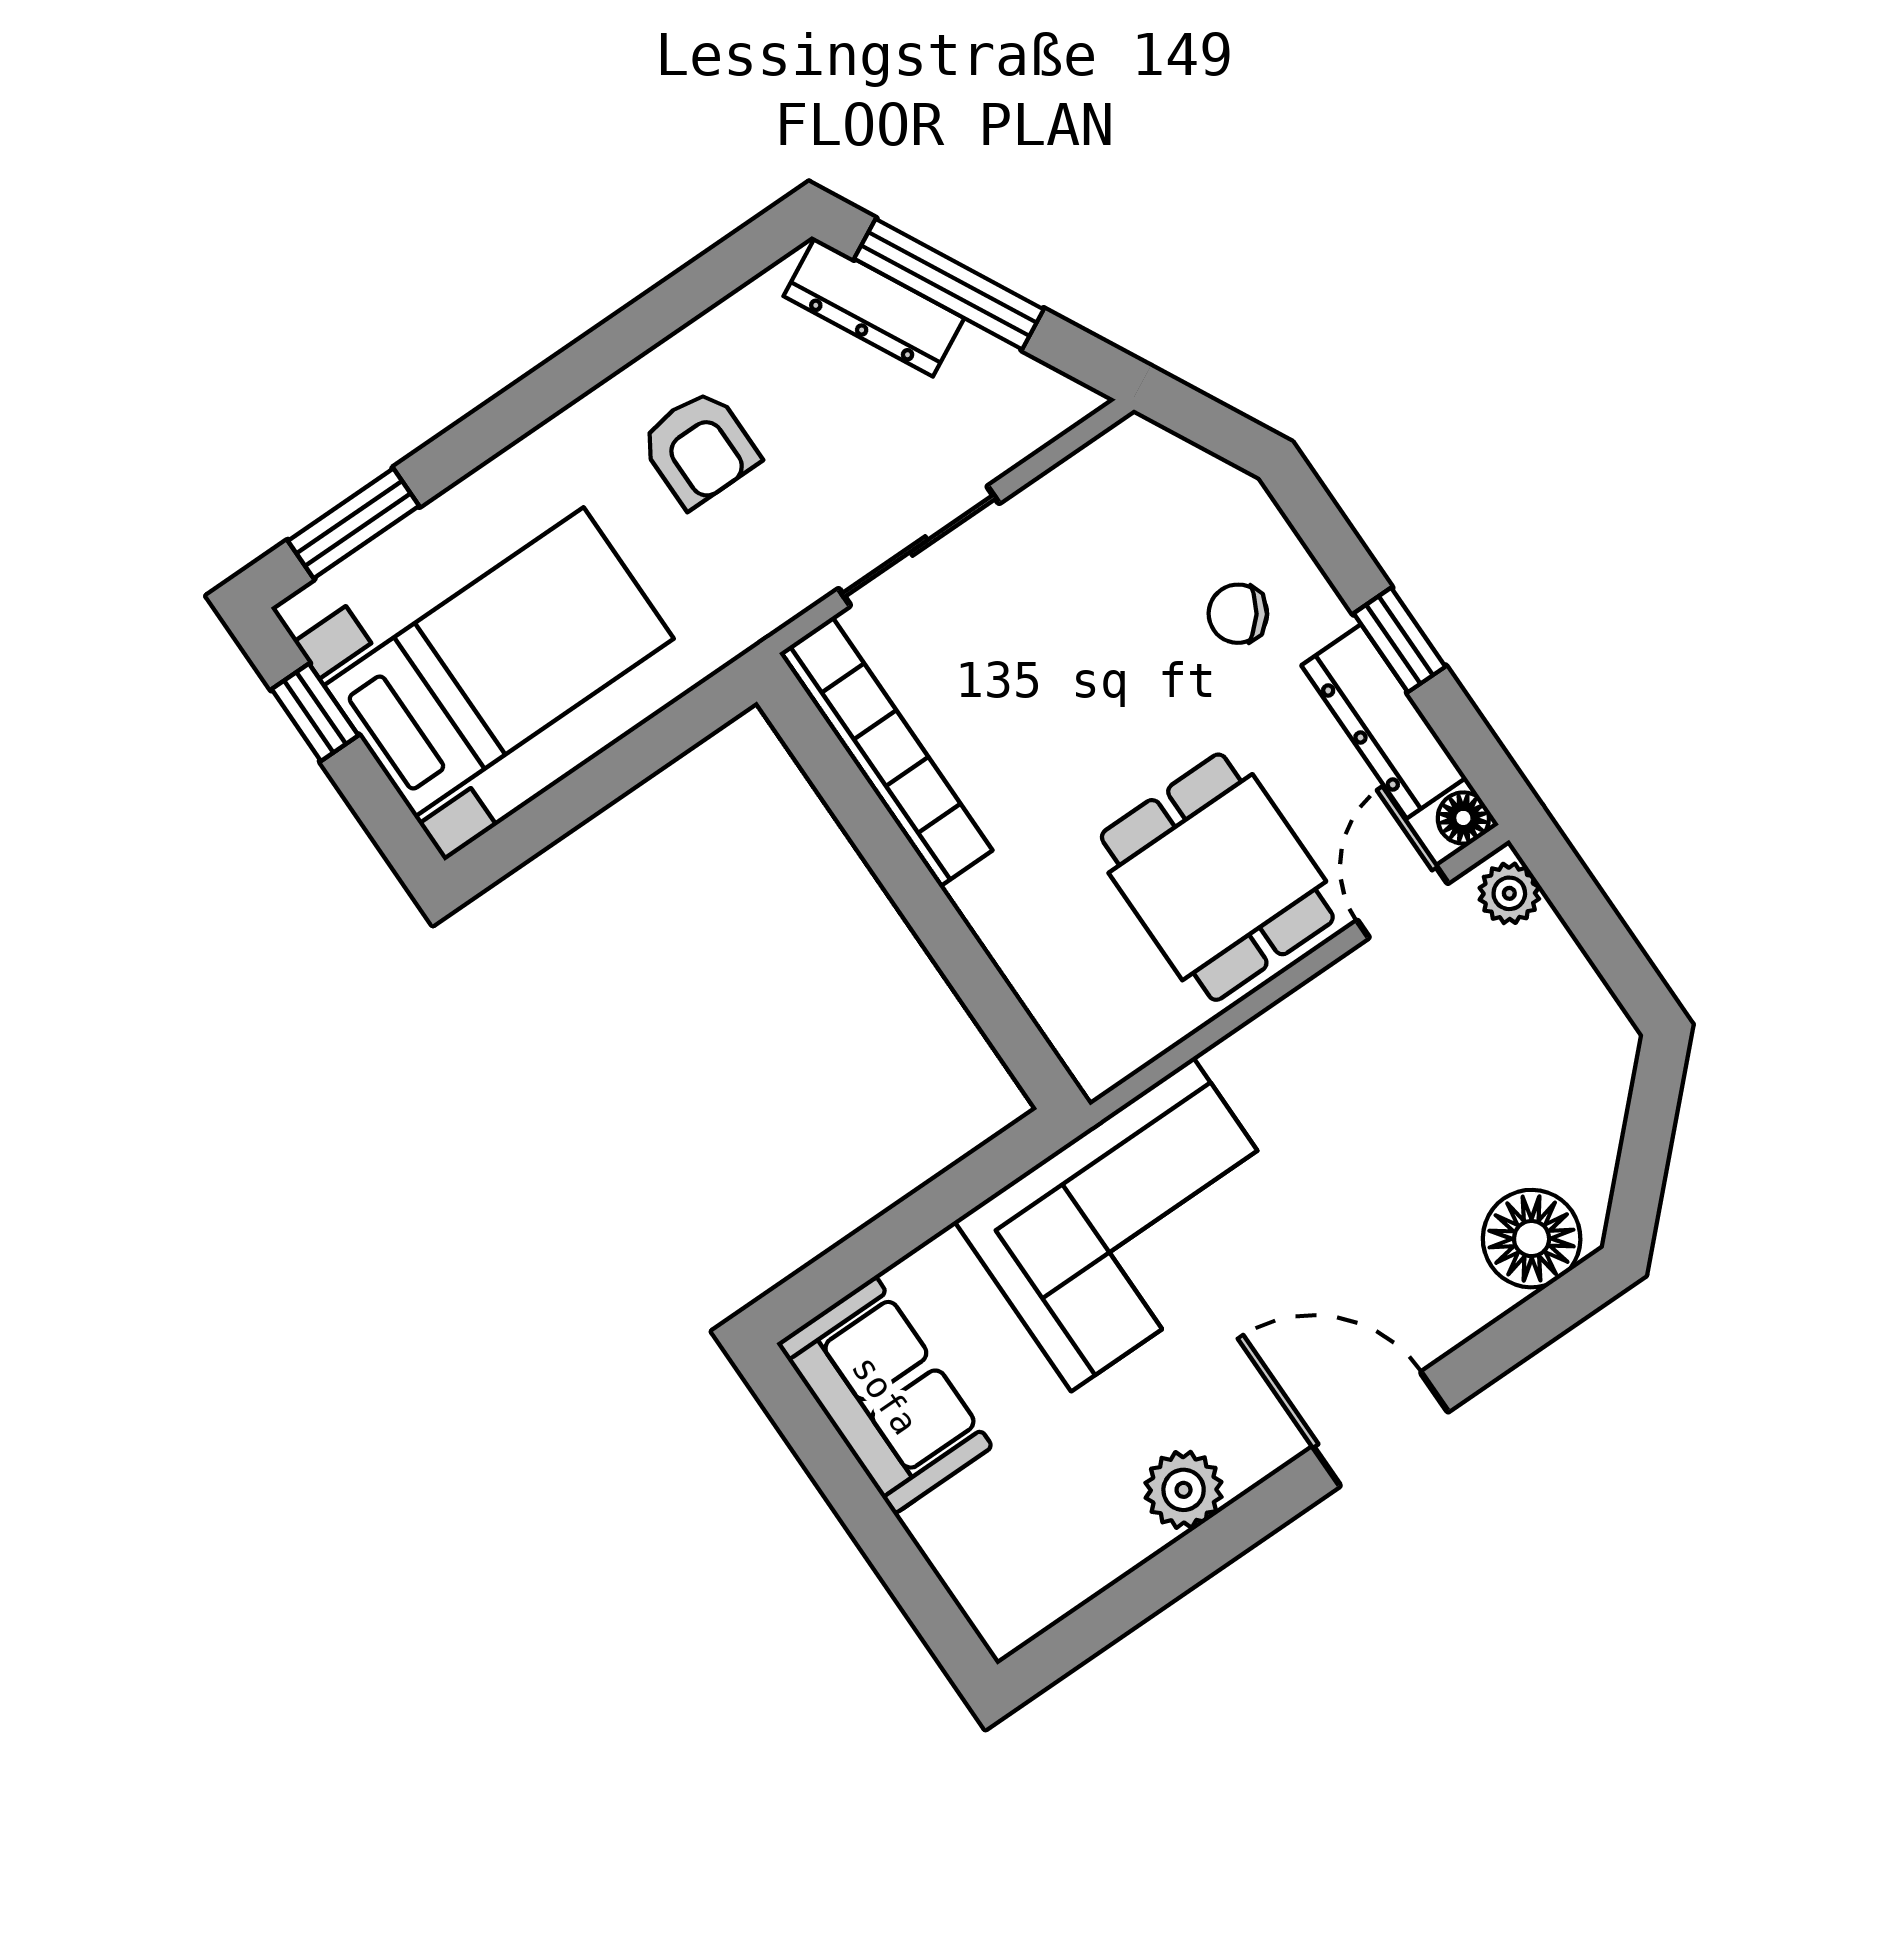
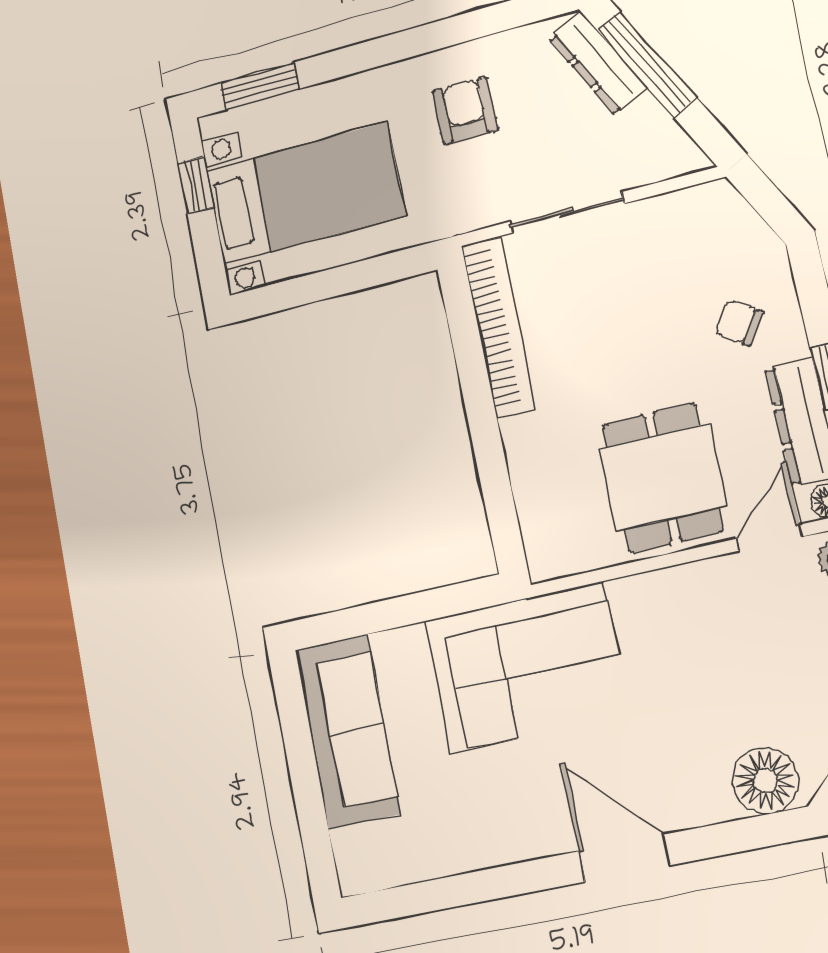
armchair: (699, 448) -> (465, 110), turned 180
sofa: (885, 1395) -> (347, 731), width x1.36
plant: (1184, 1490) -> (491, 842), removed

